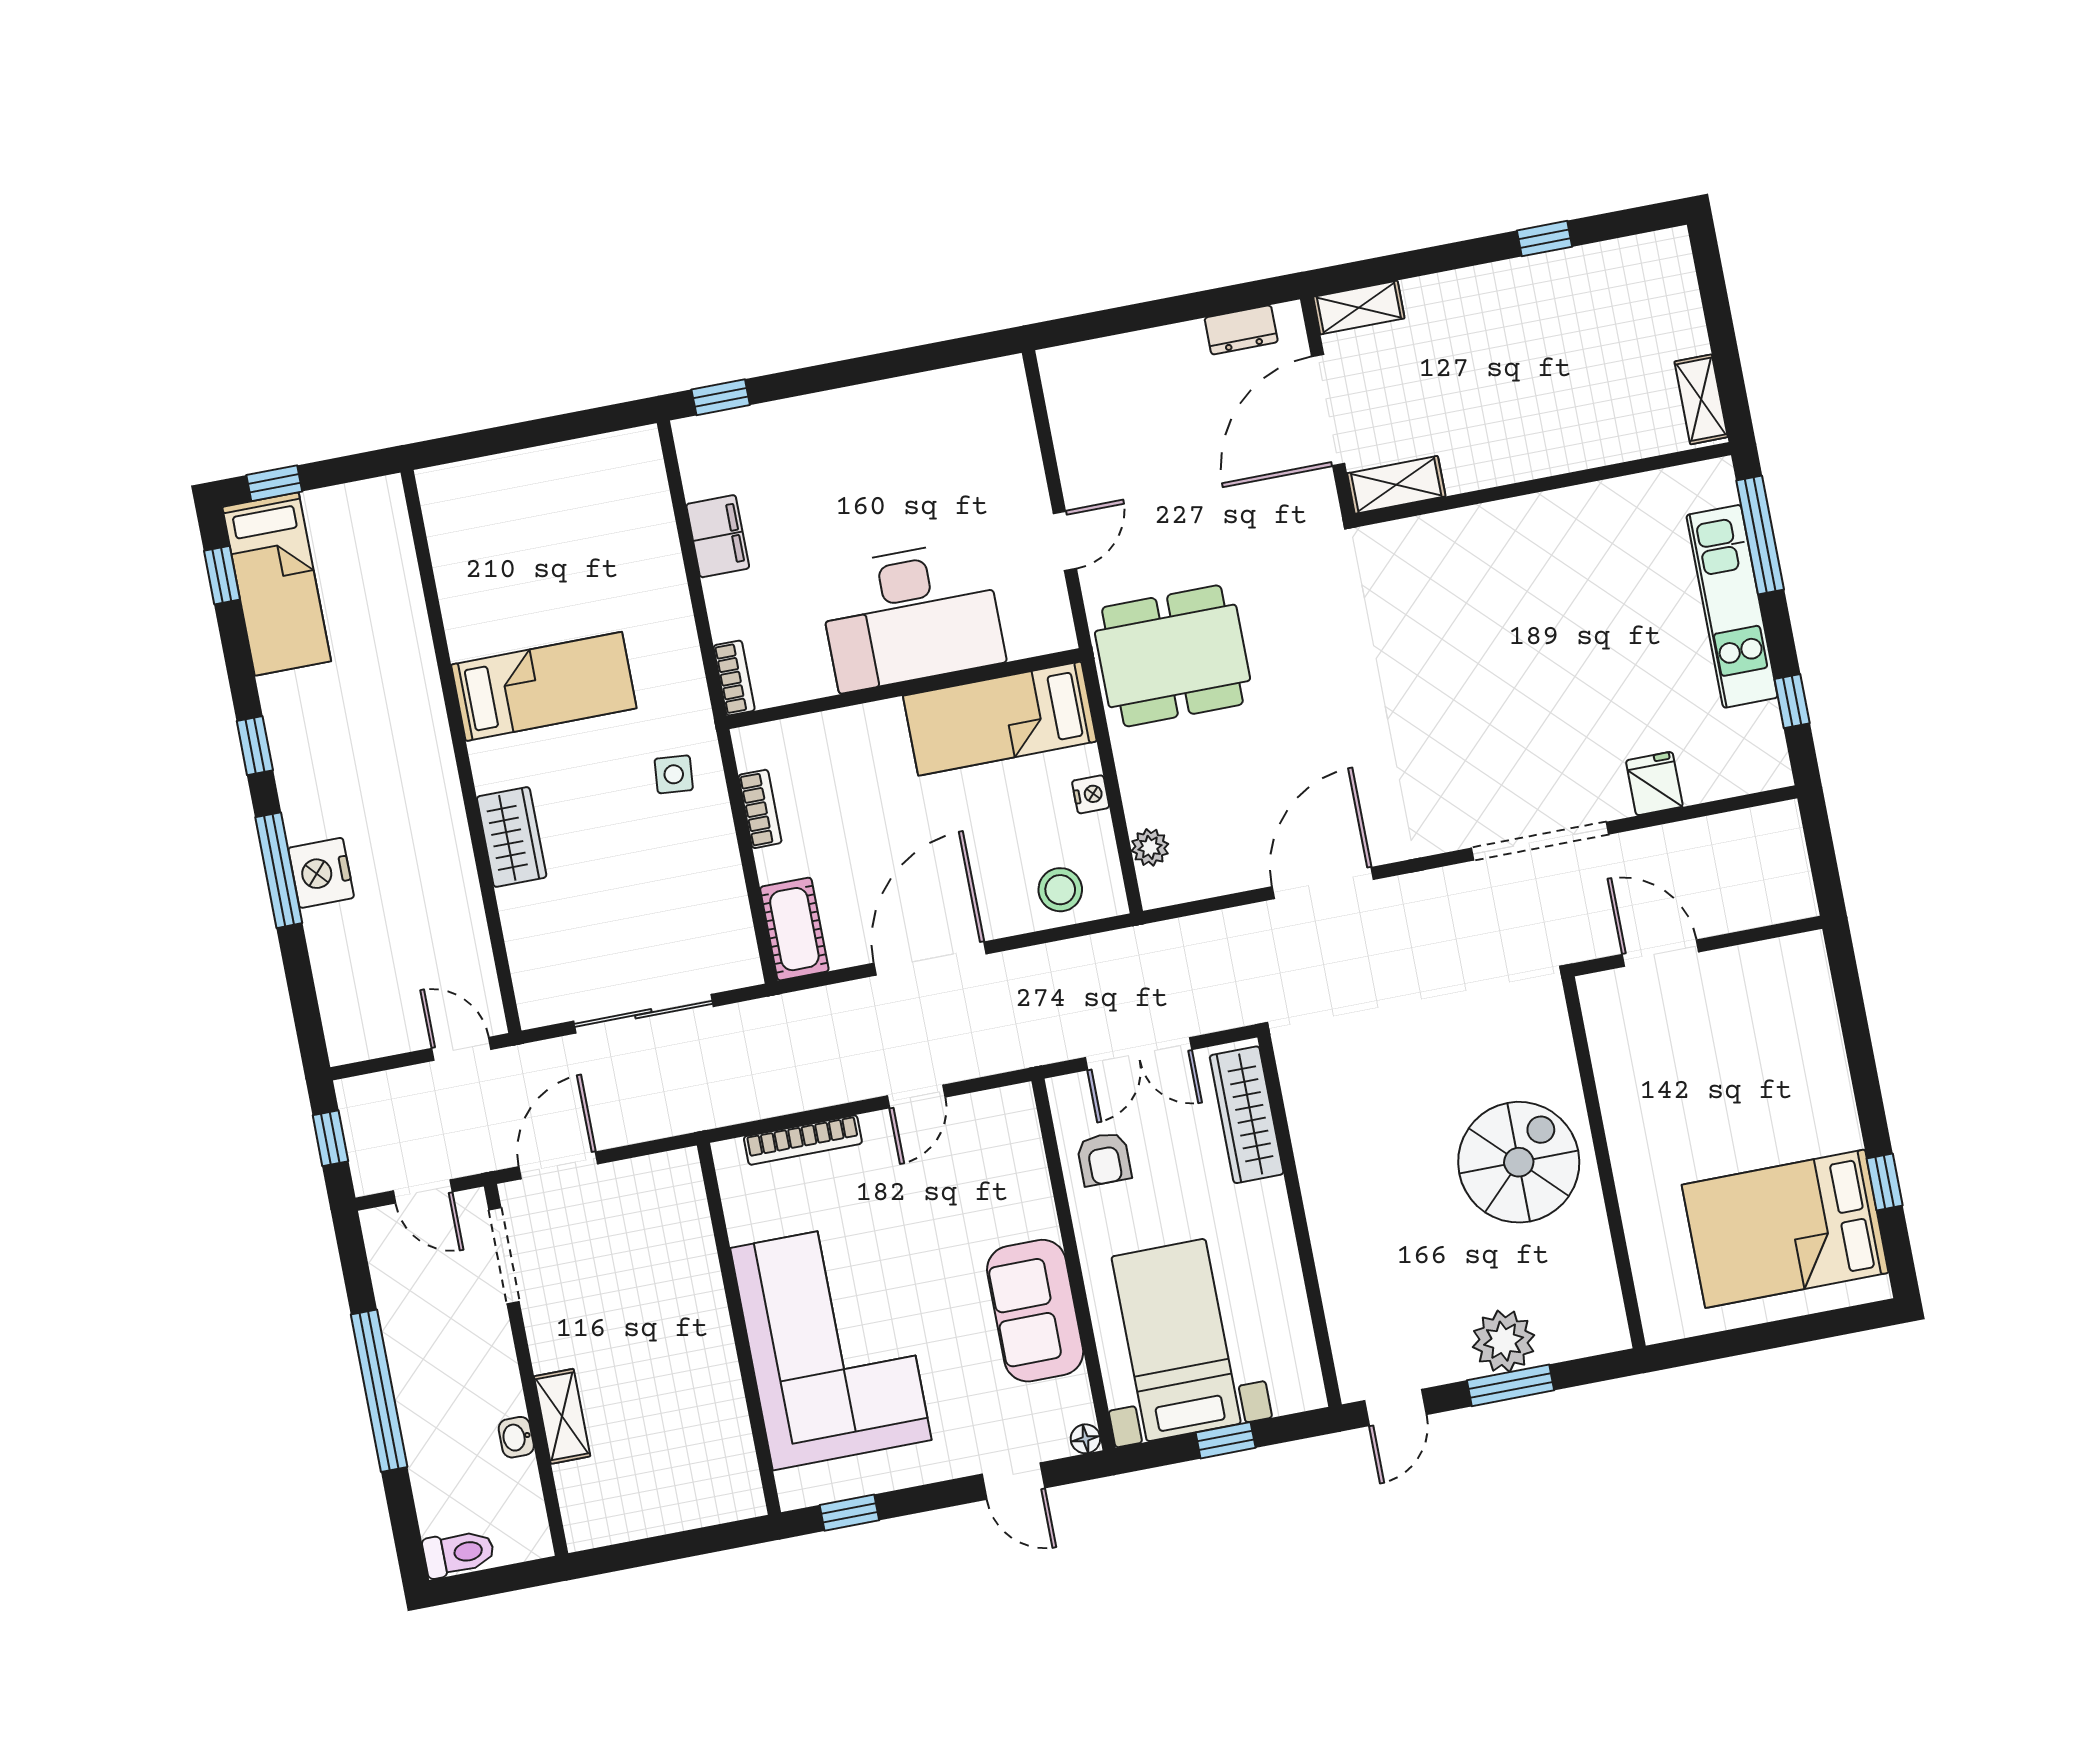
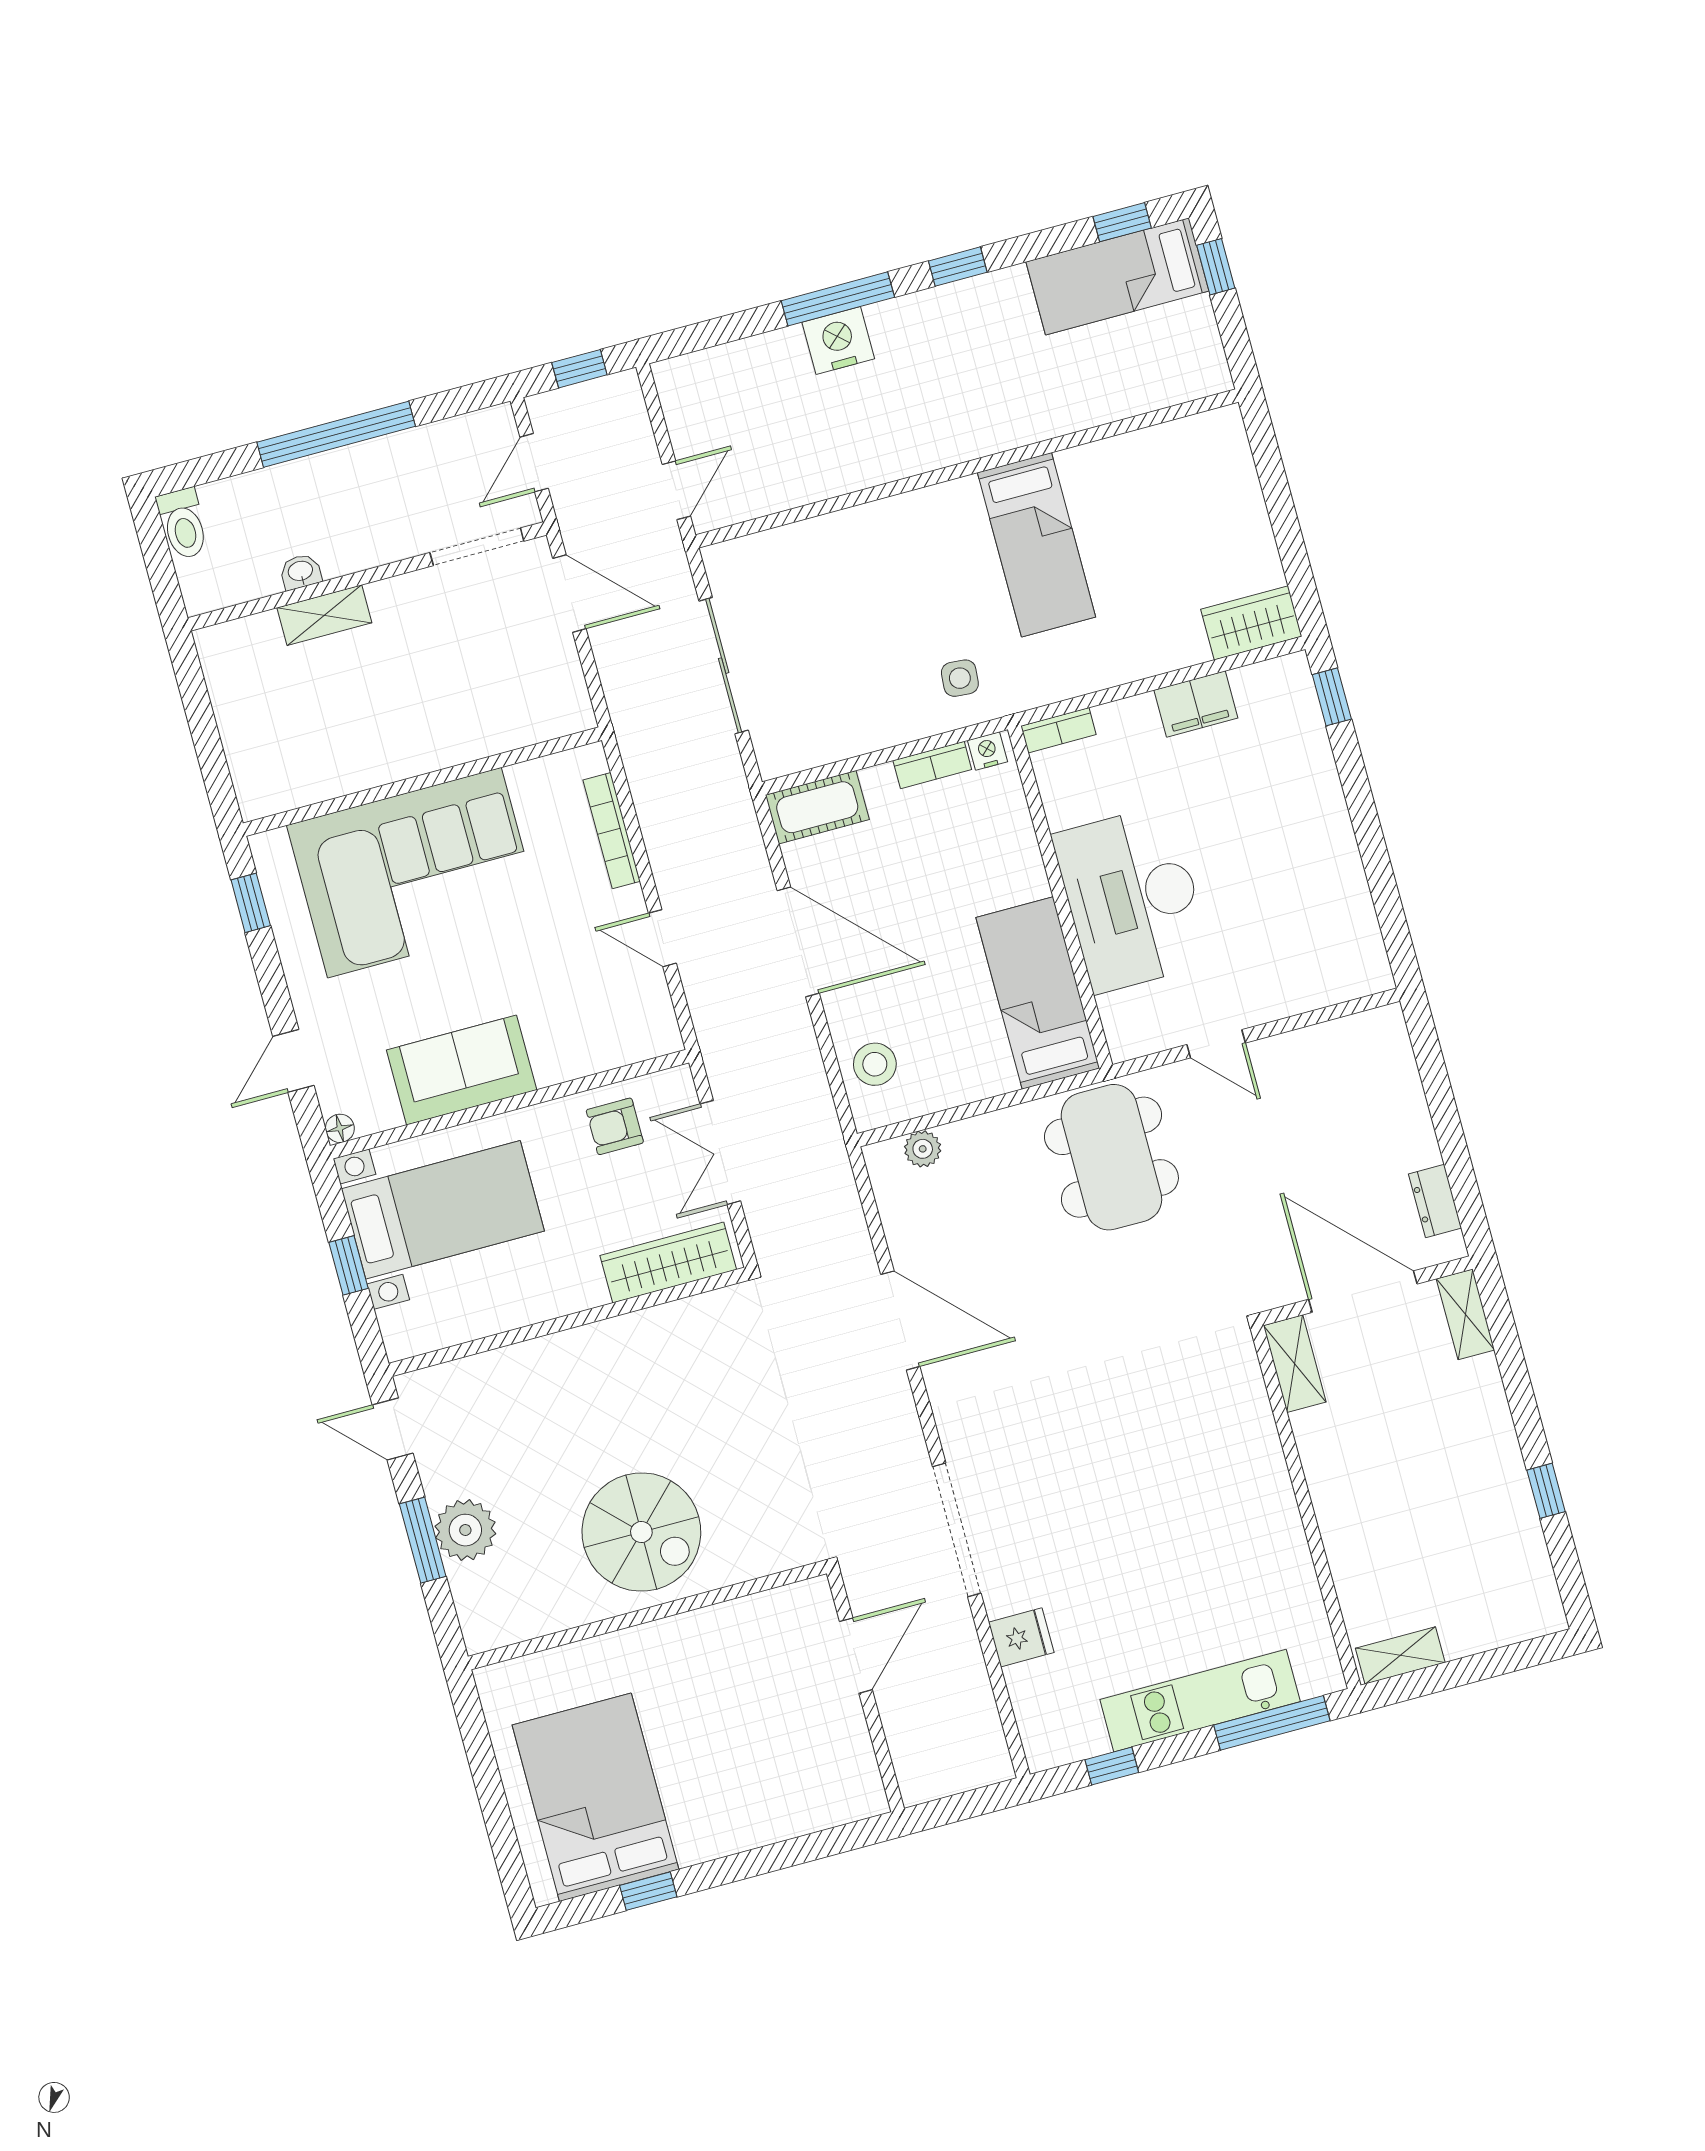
nightstand: (1091, 794) -> (987, 751), moved, turned 180
wardrobe: (512, 837) -> (1251, 623), moved, turned 180

